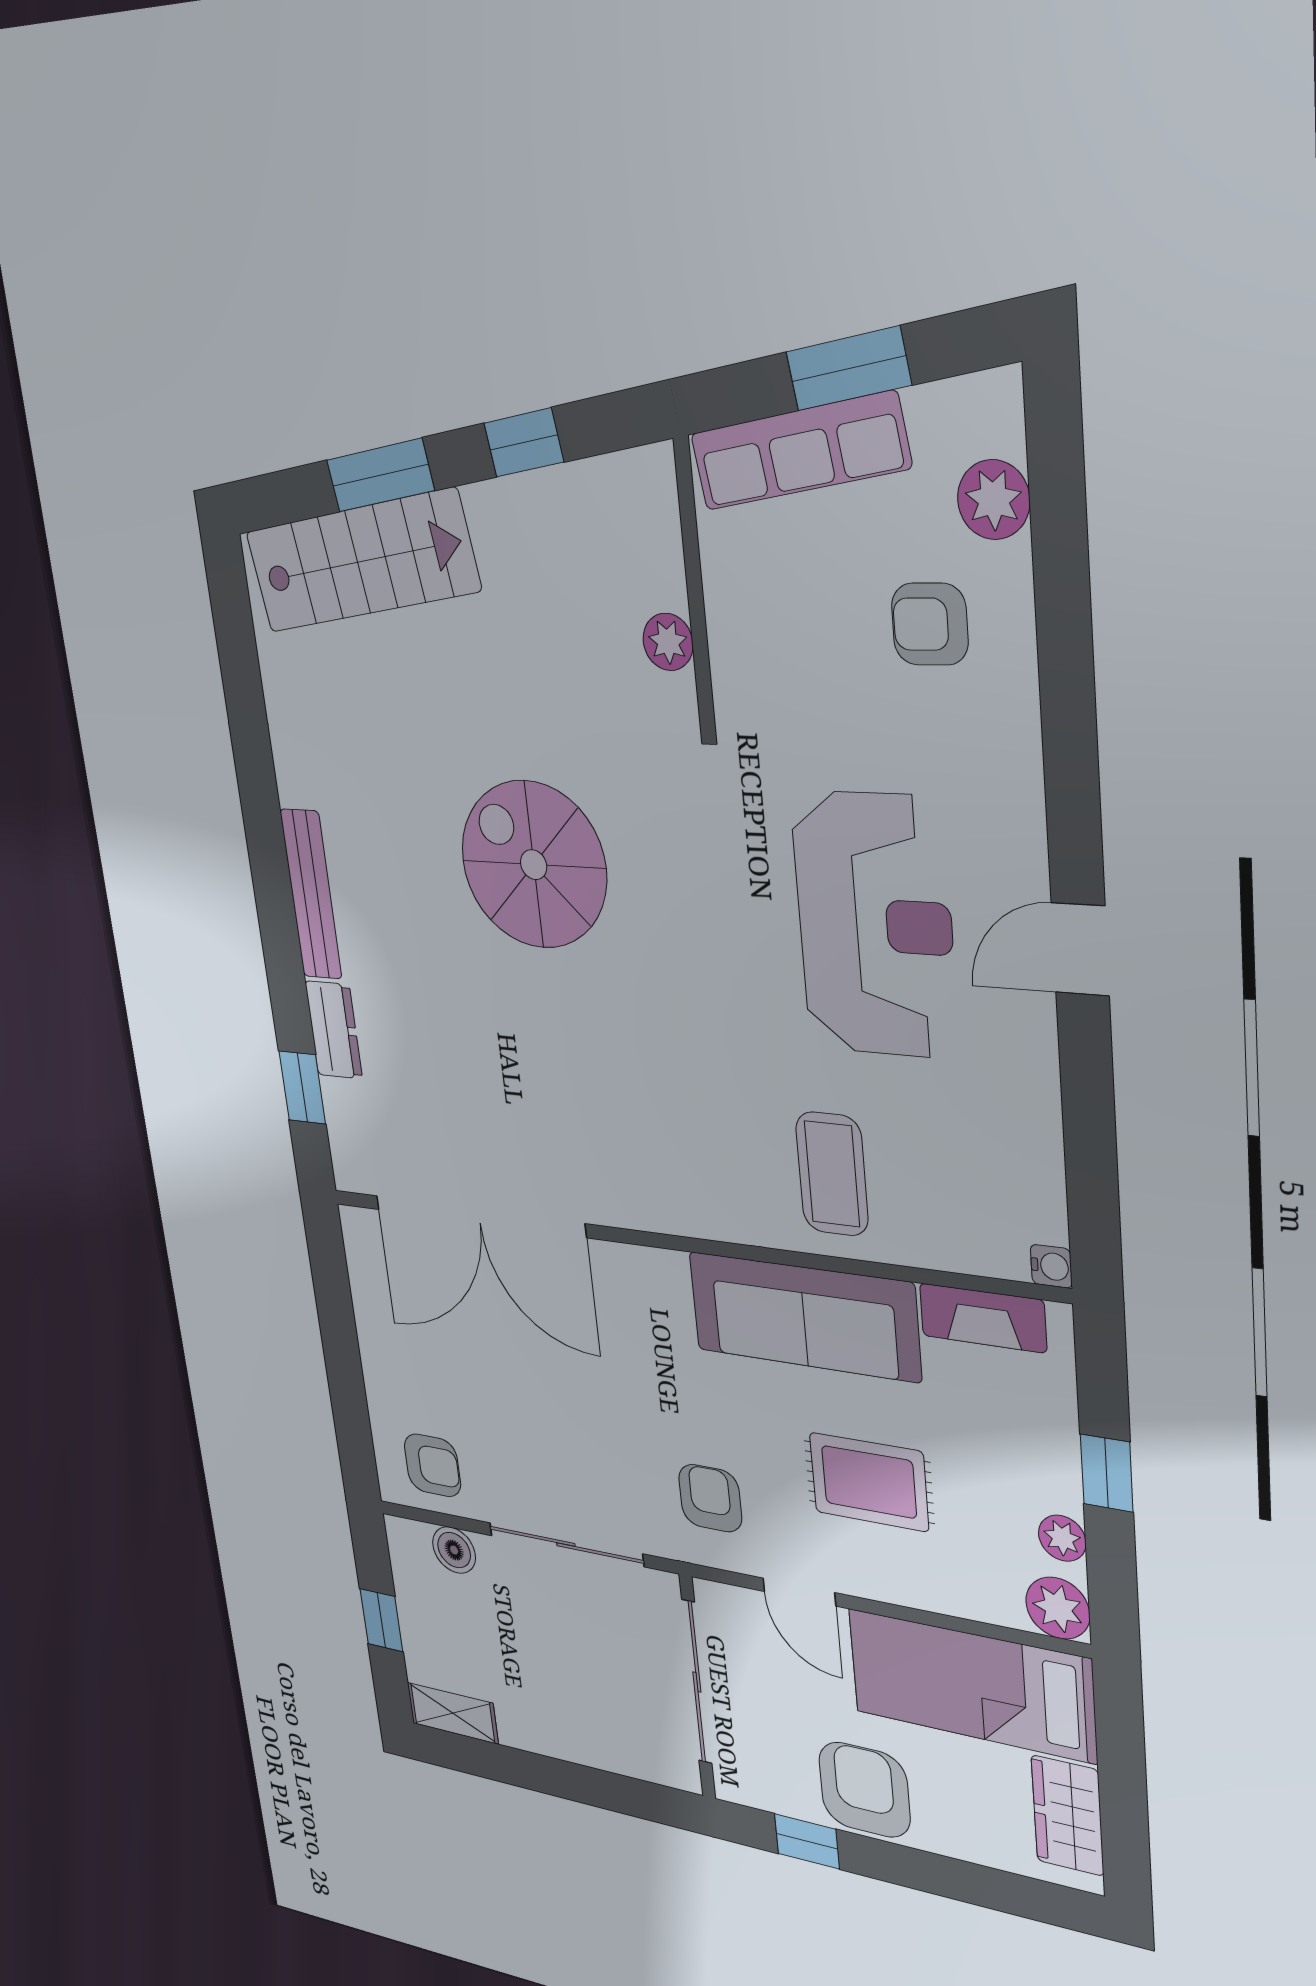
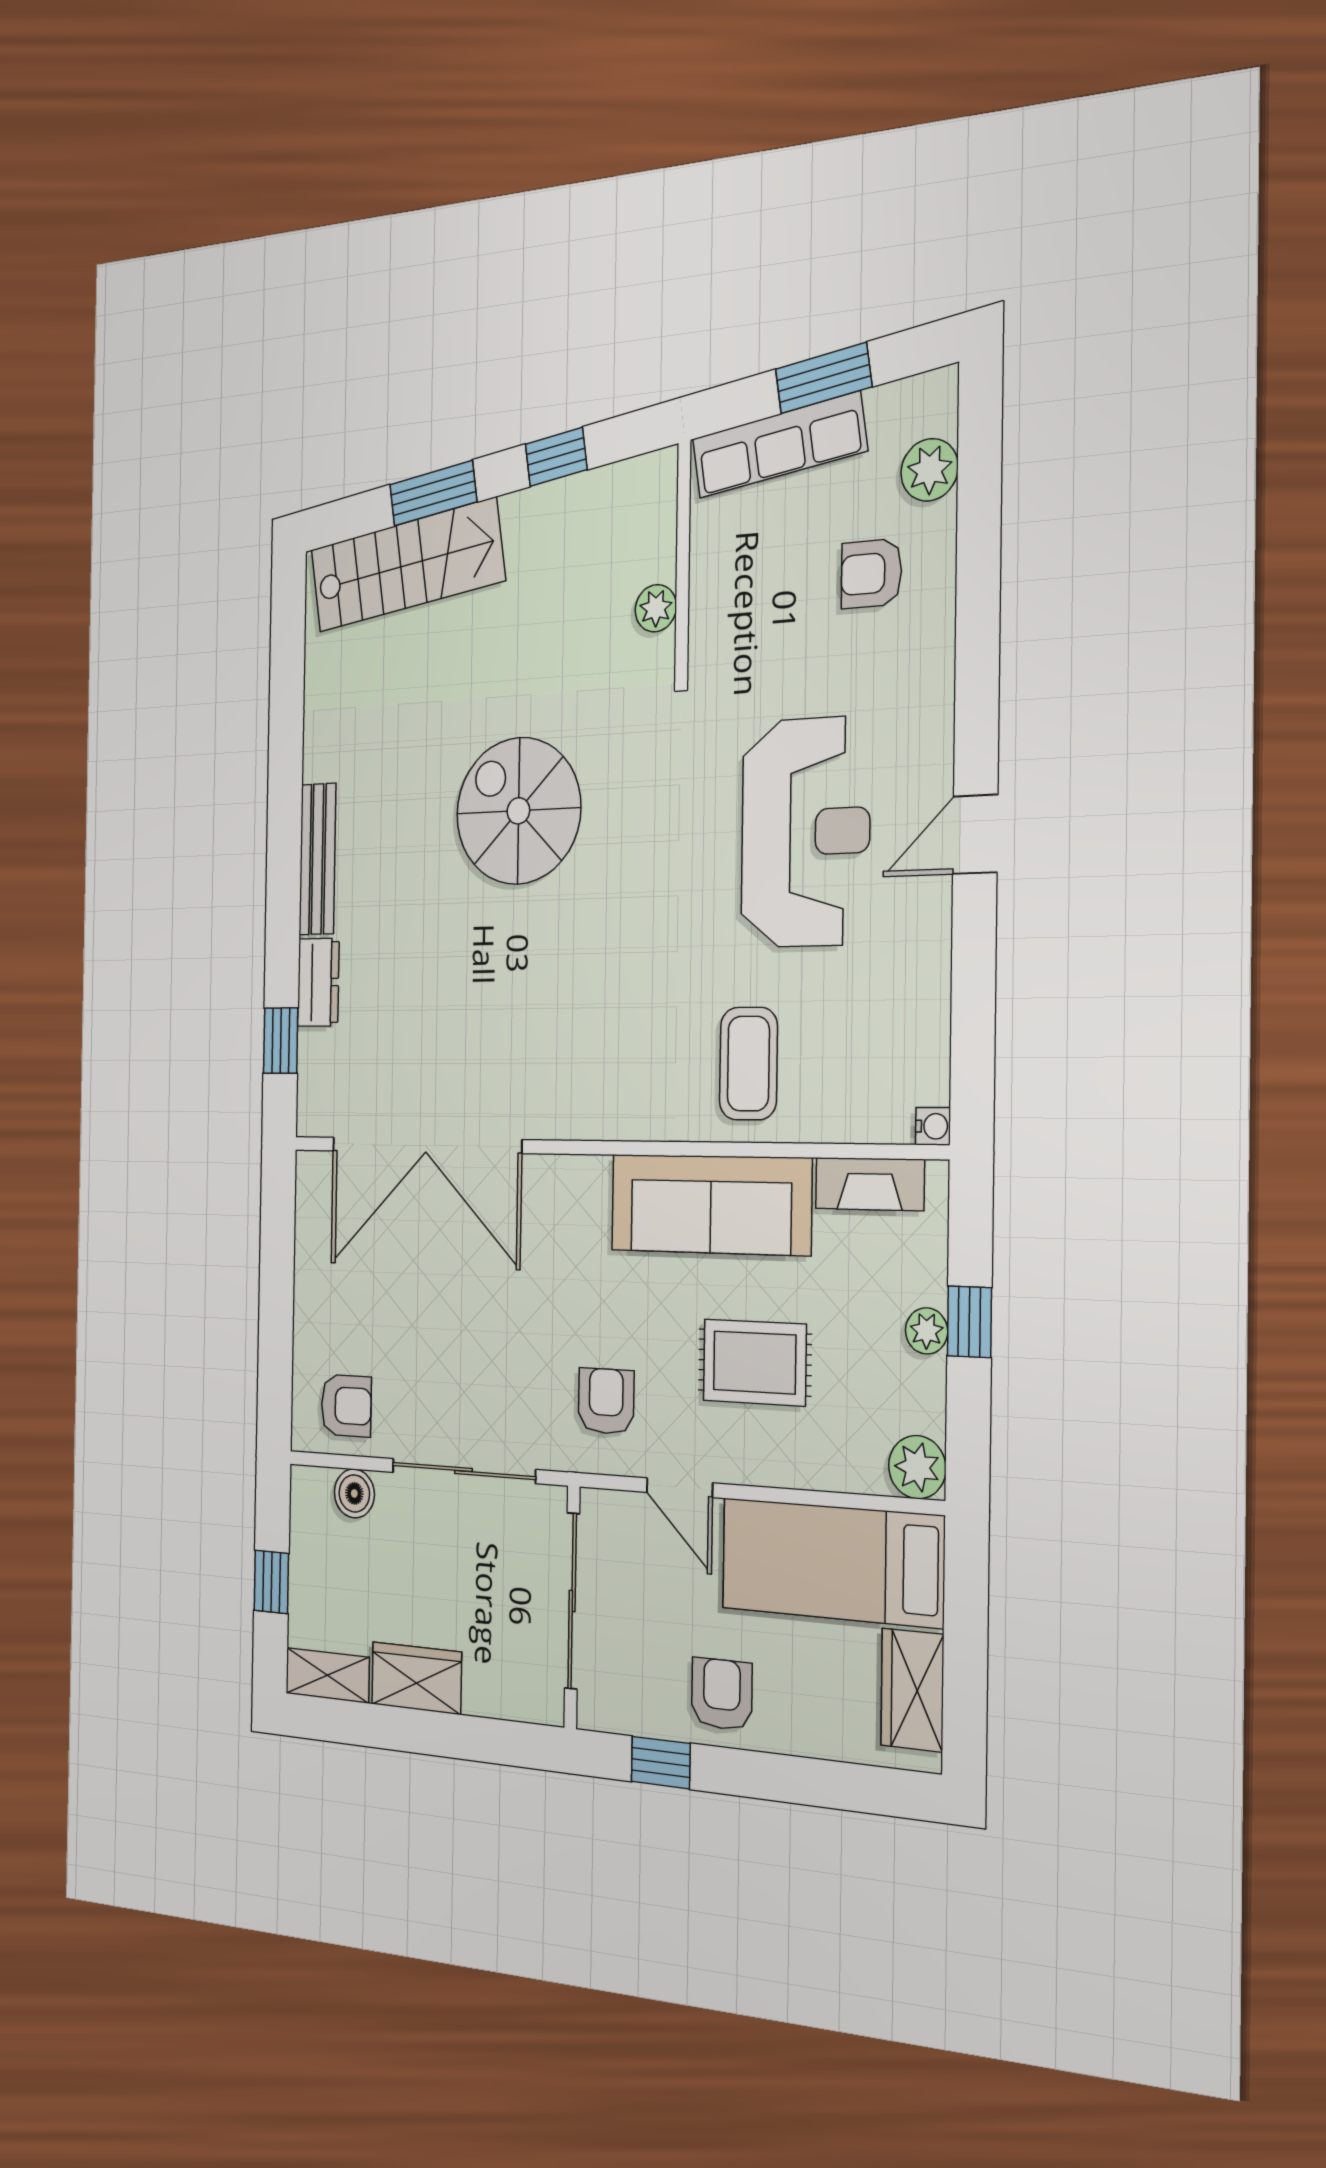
plant: (1062, 1538) -> (927, 1331), moved
wardrobe: (544, 1729) -> (417, 1678), added
armchair: (864, 1790) -> (722, 1694), width x0.72, depth x0.72

